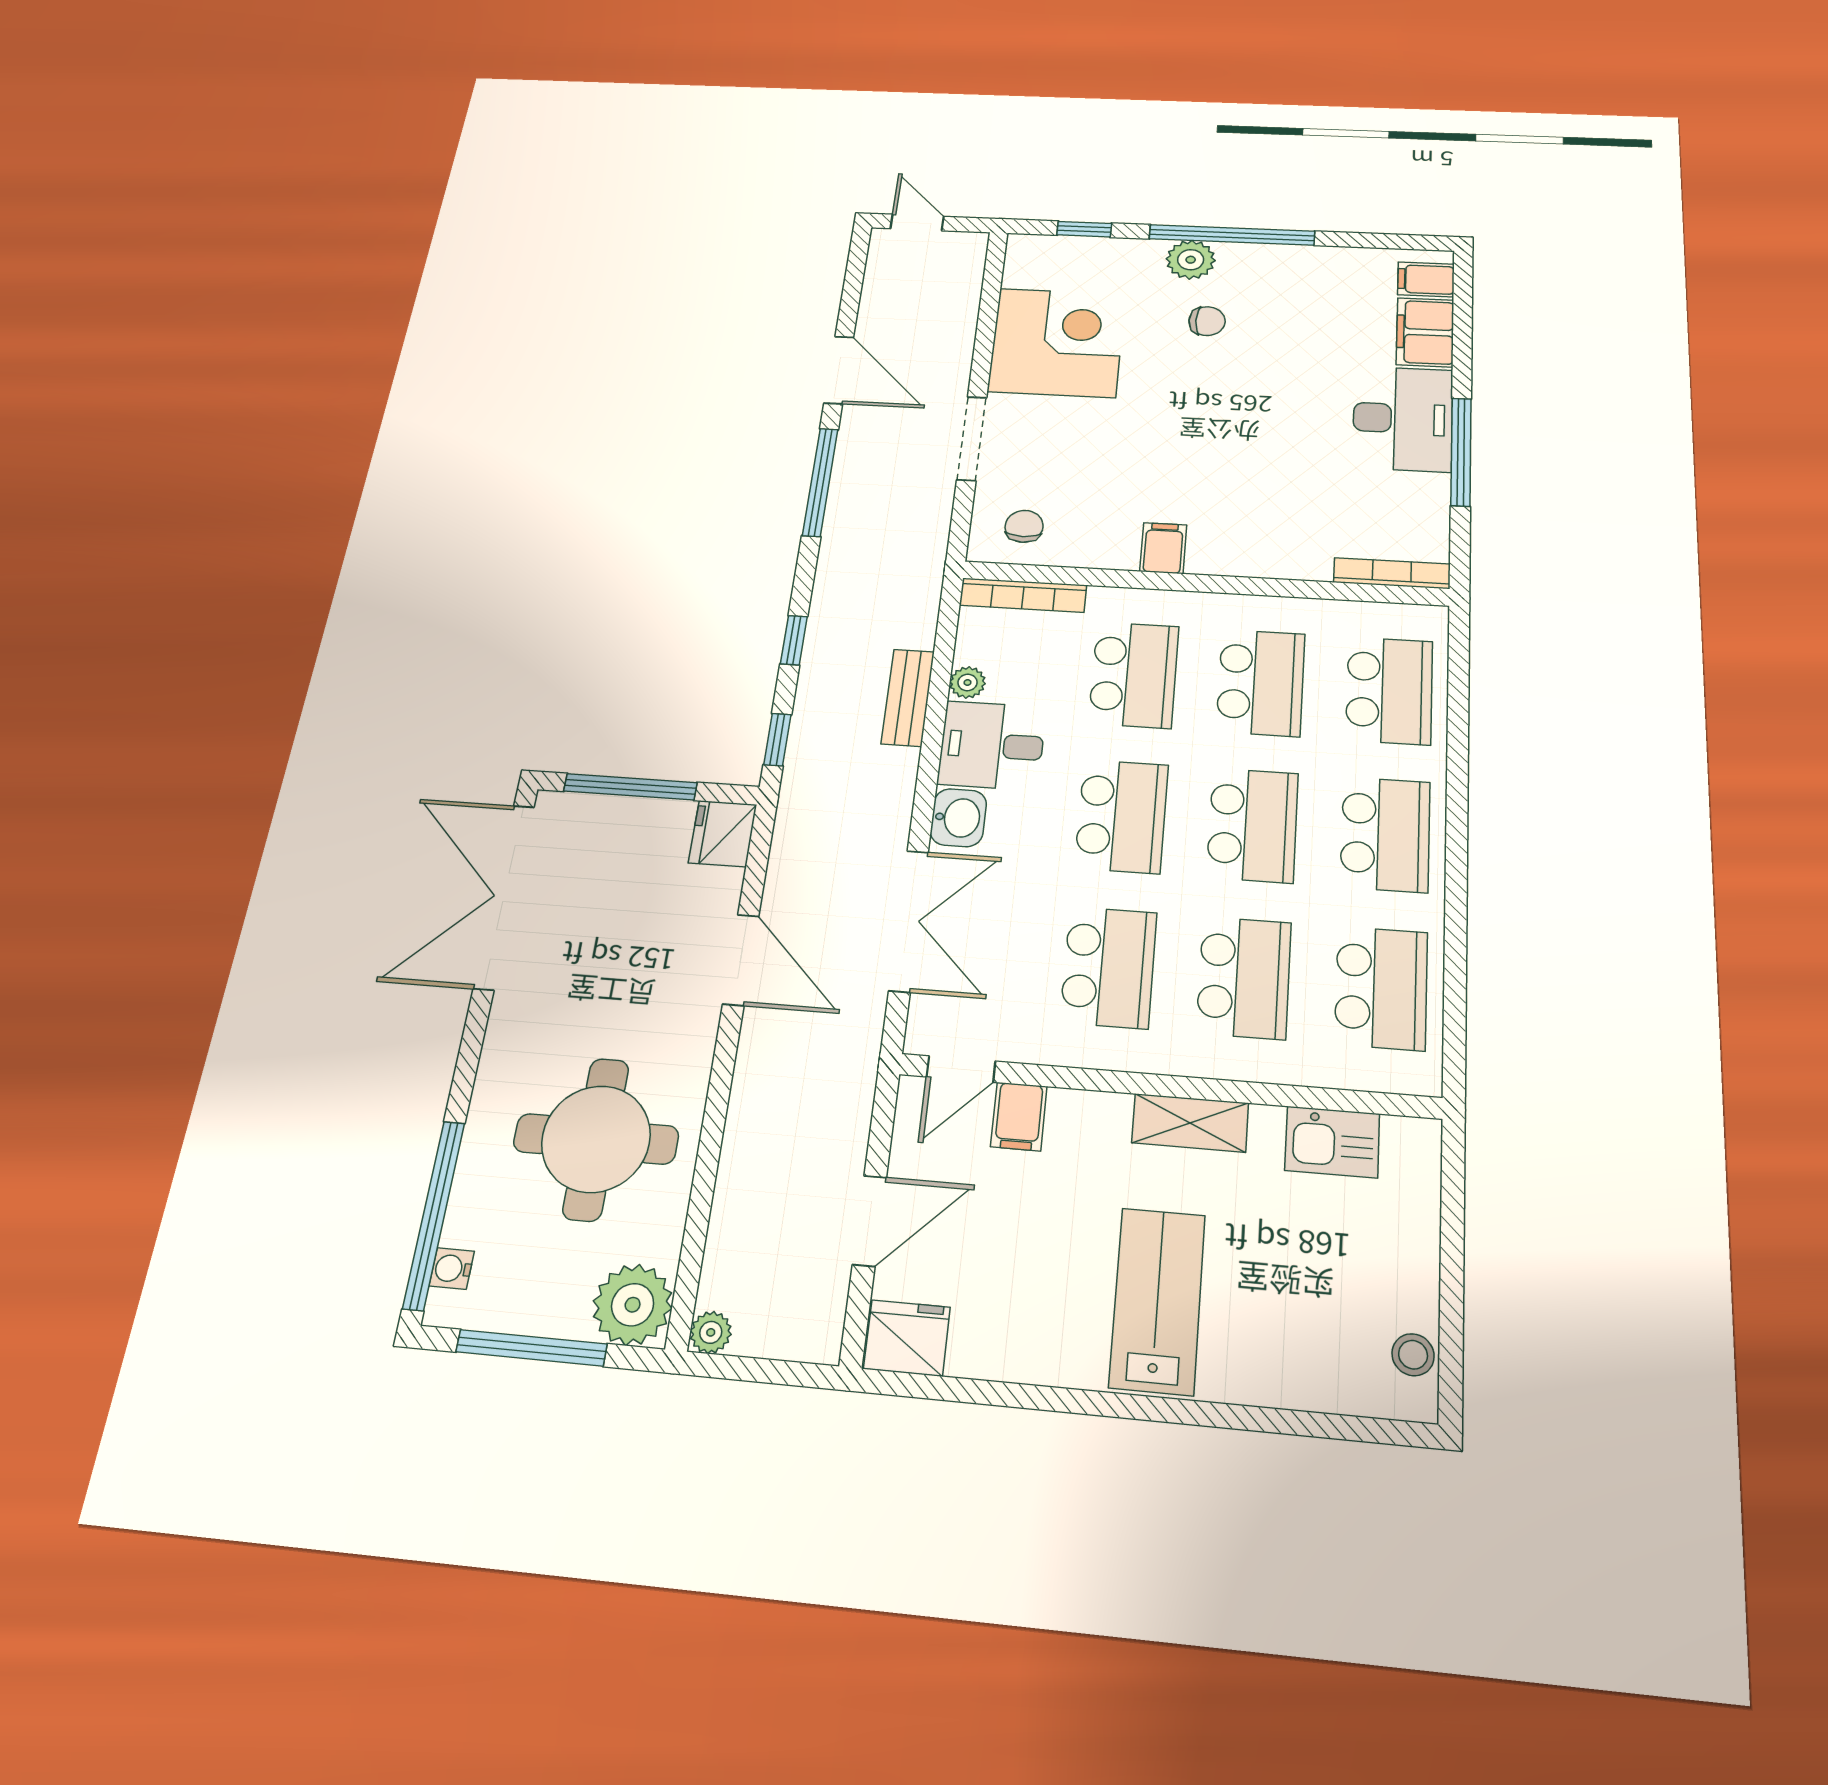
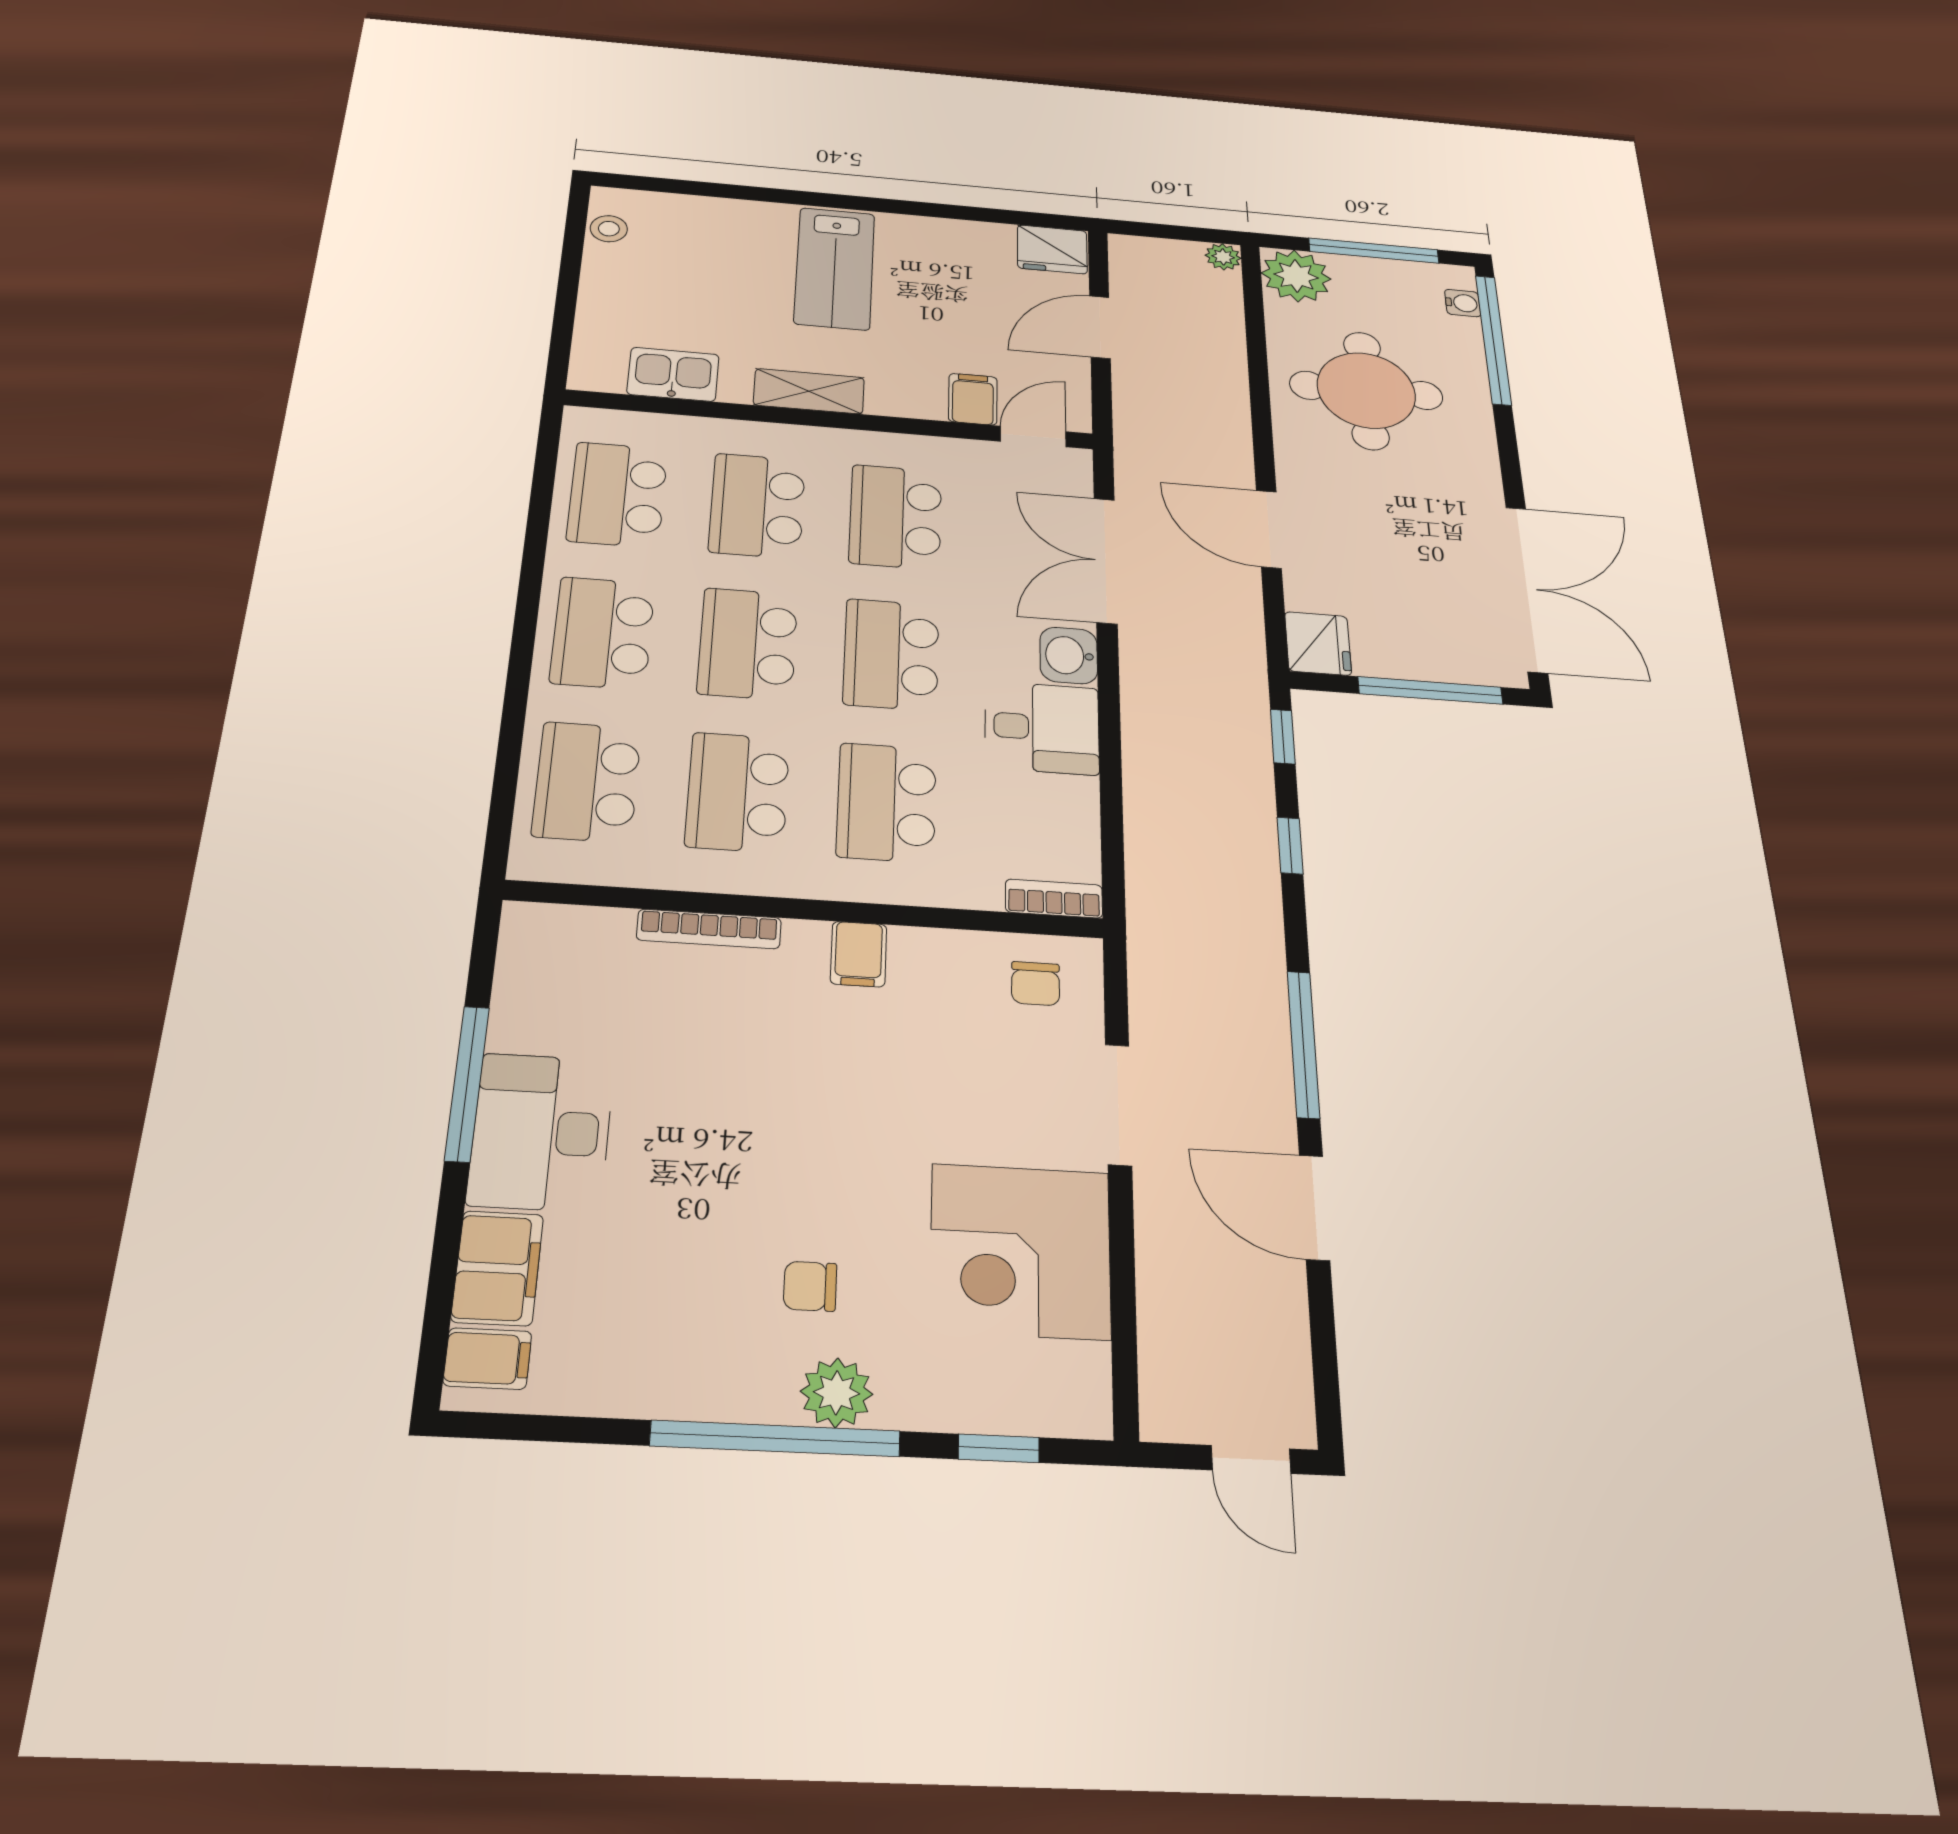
bookcase: (1392, 573) -> (709, 929), moved
bookcase: (1023, 595) -> (1054, 899), width x0.64
plant: (967, 682) -> (1079, 796), removed
bench: (908, 698) -> (1145, 780), removed

